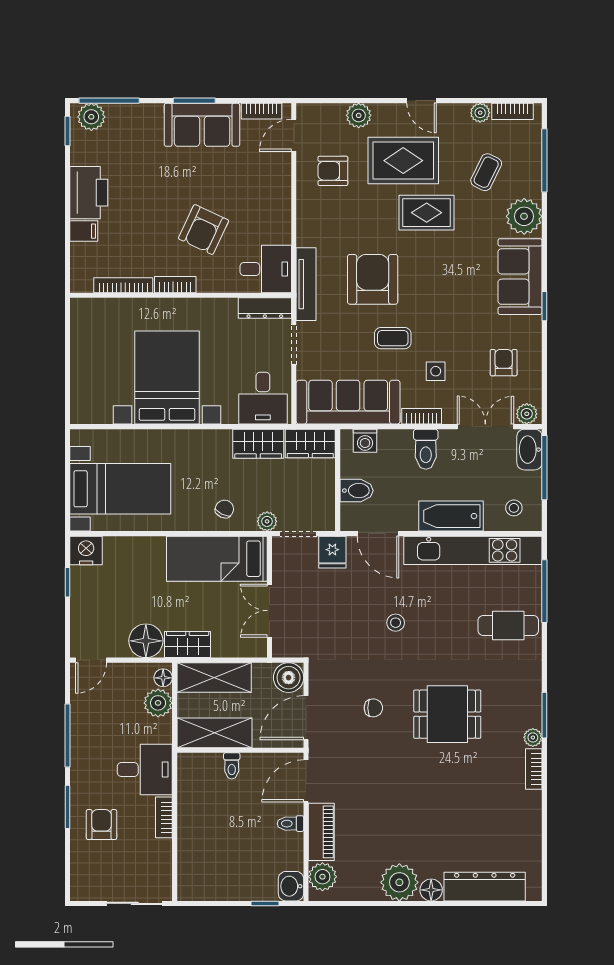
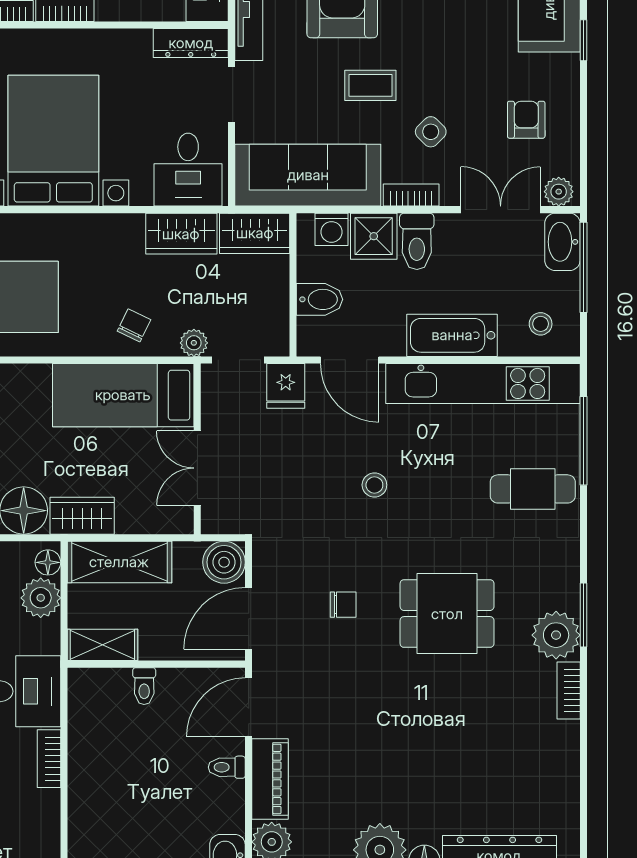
side table: (436, 371) -> (431, 132), turned 45
shower: (395, 446) -> (374, 236), added
shelving: (214, 733) -> (102, 645), width x0.67, depth x0.75
plant: (533, 737) -> (556, 635), width x1.88, depth x1.88

